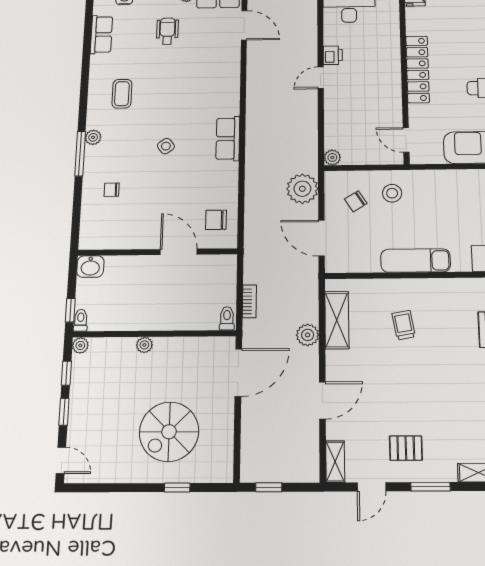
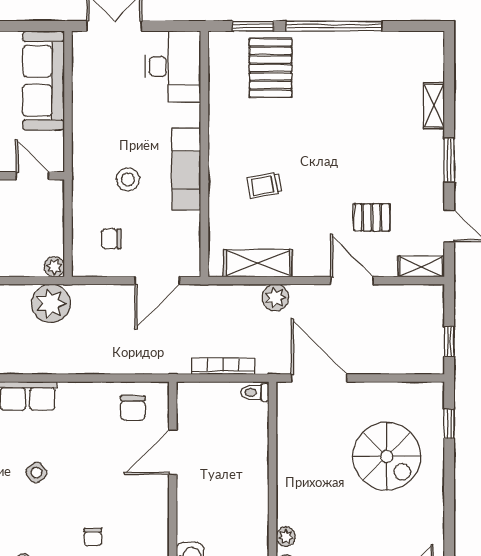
door: (406, 140) -> (32, 176), swing flipped
plant: (302, 189) -> (51, 304), moved
stool: (392, 193) -> (128, 179), moved
chair: (356, 201) -> (111, 239), turned 122
bookcase: (249, 301) -> (223, 366), width x1.56
plant: (144, 345) -> (286, 537), moved
pallet: (406, 448) -> (372, 217), moved, turned 90
window: (177, 488) -> (449, 424), moved

